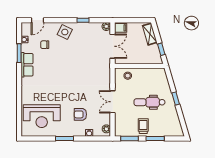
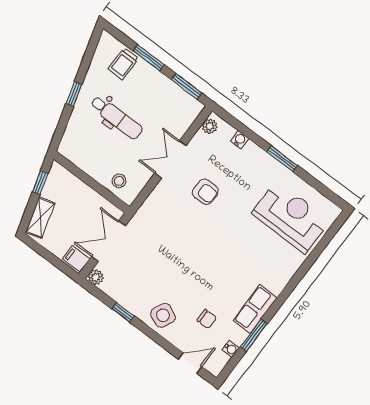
double door: (113, 102) -> (171, 159), swing flipped
armchair: (80, 114) -> (205, 192), moved
trolley: (143, 126) -> (123, 64), moved

